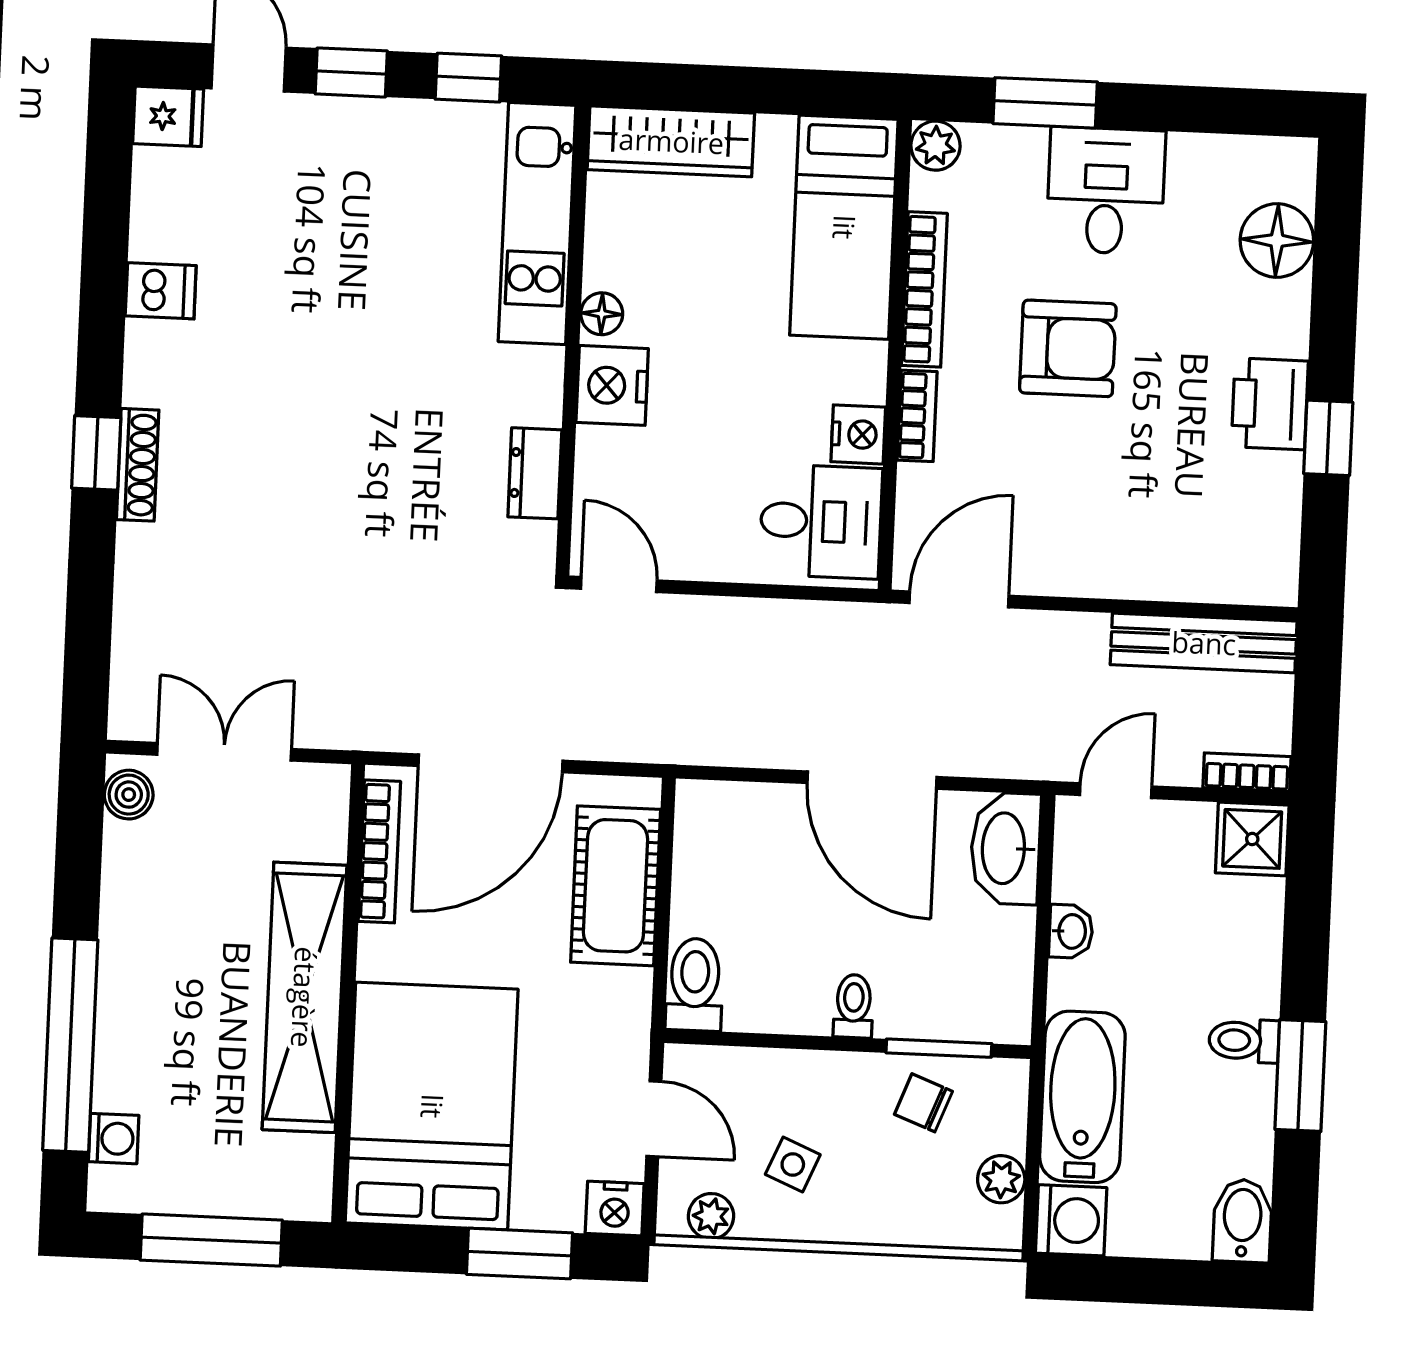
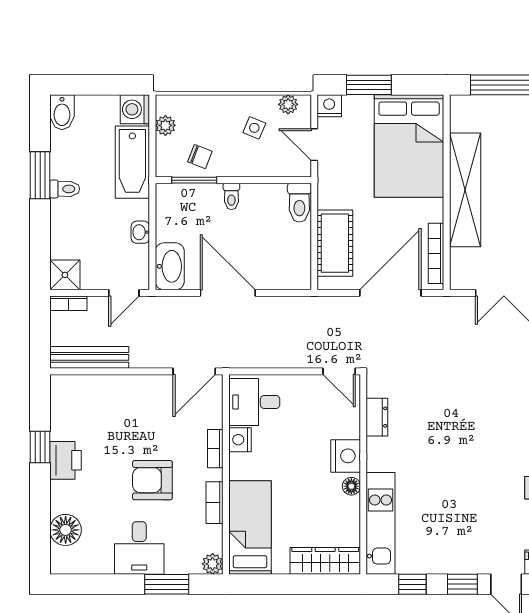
bookcase: (924, 289) -> (215, 503), width x0.64

